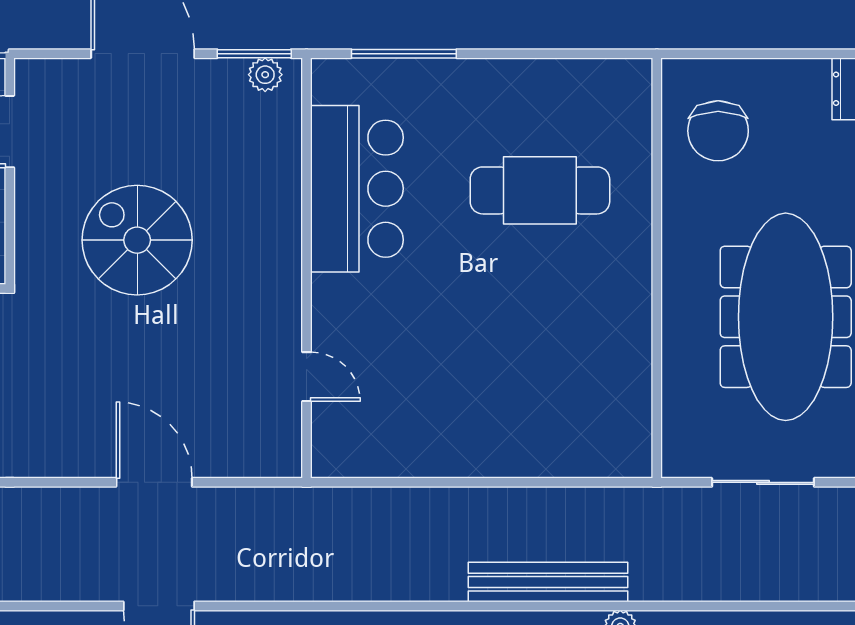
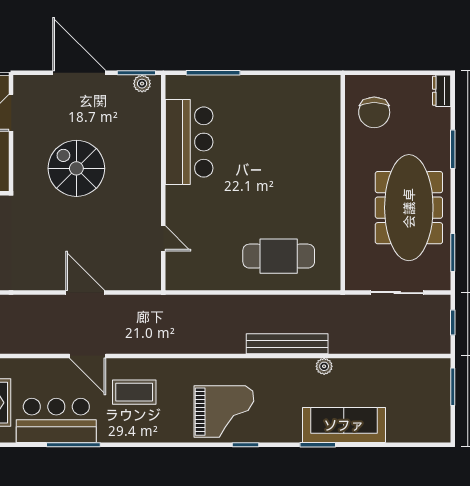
cafe table: (540, 190) -> (279, 256), moved

